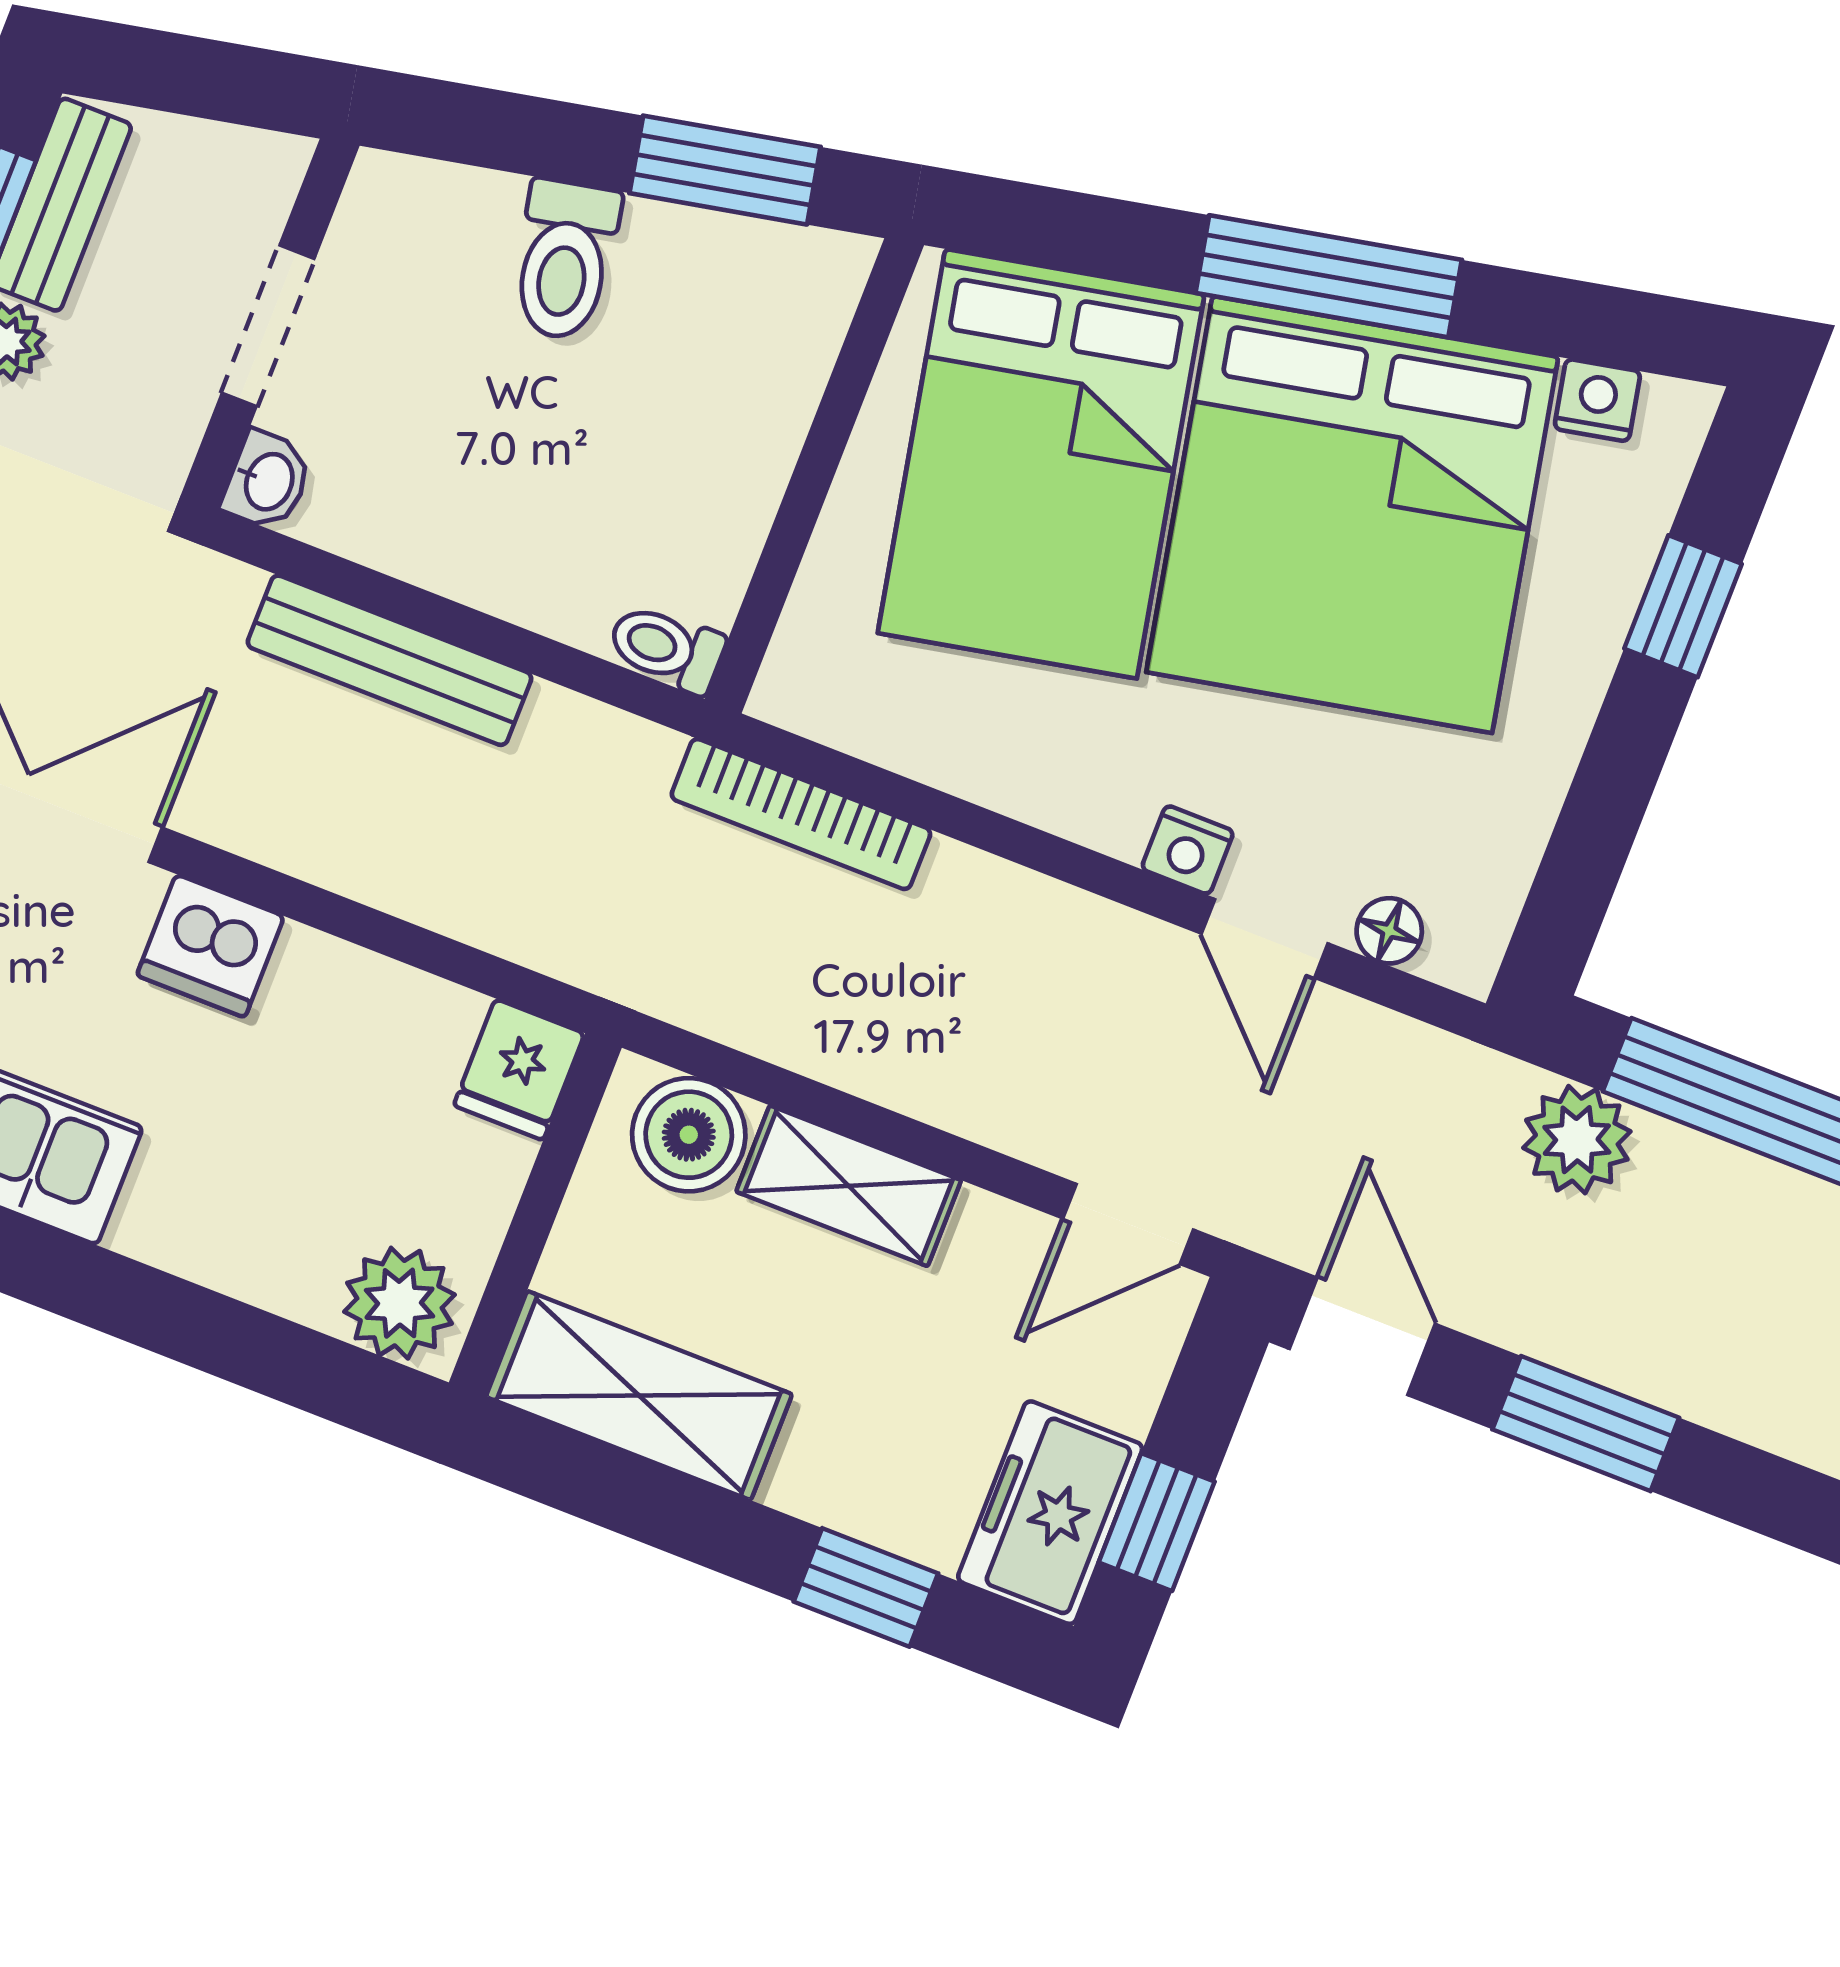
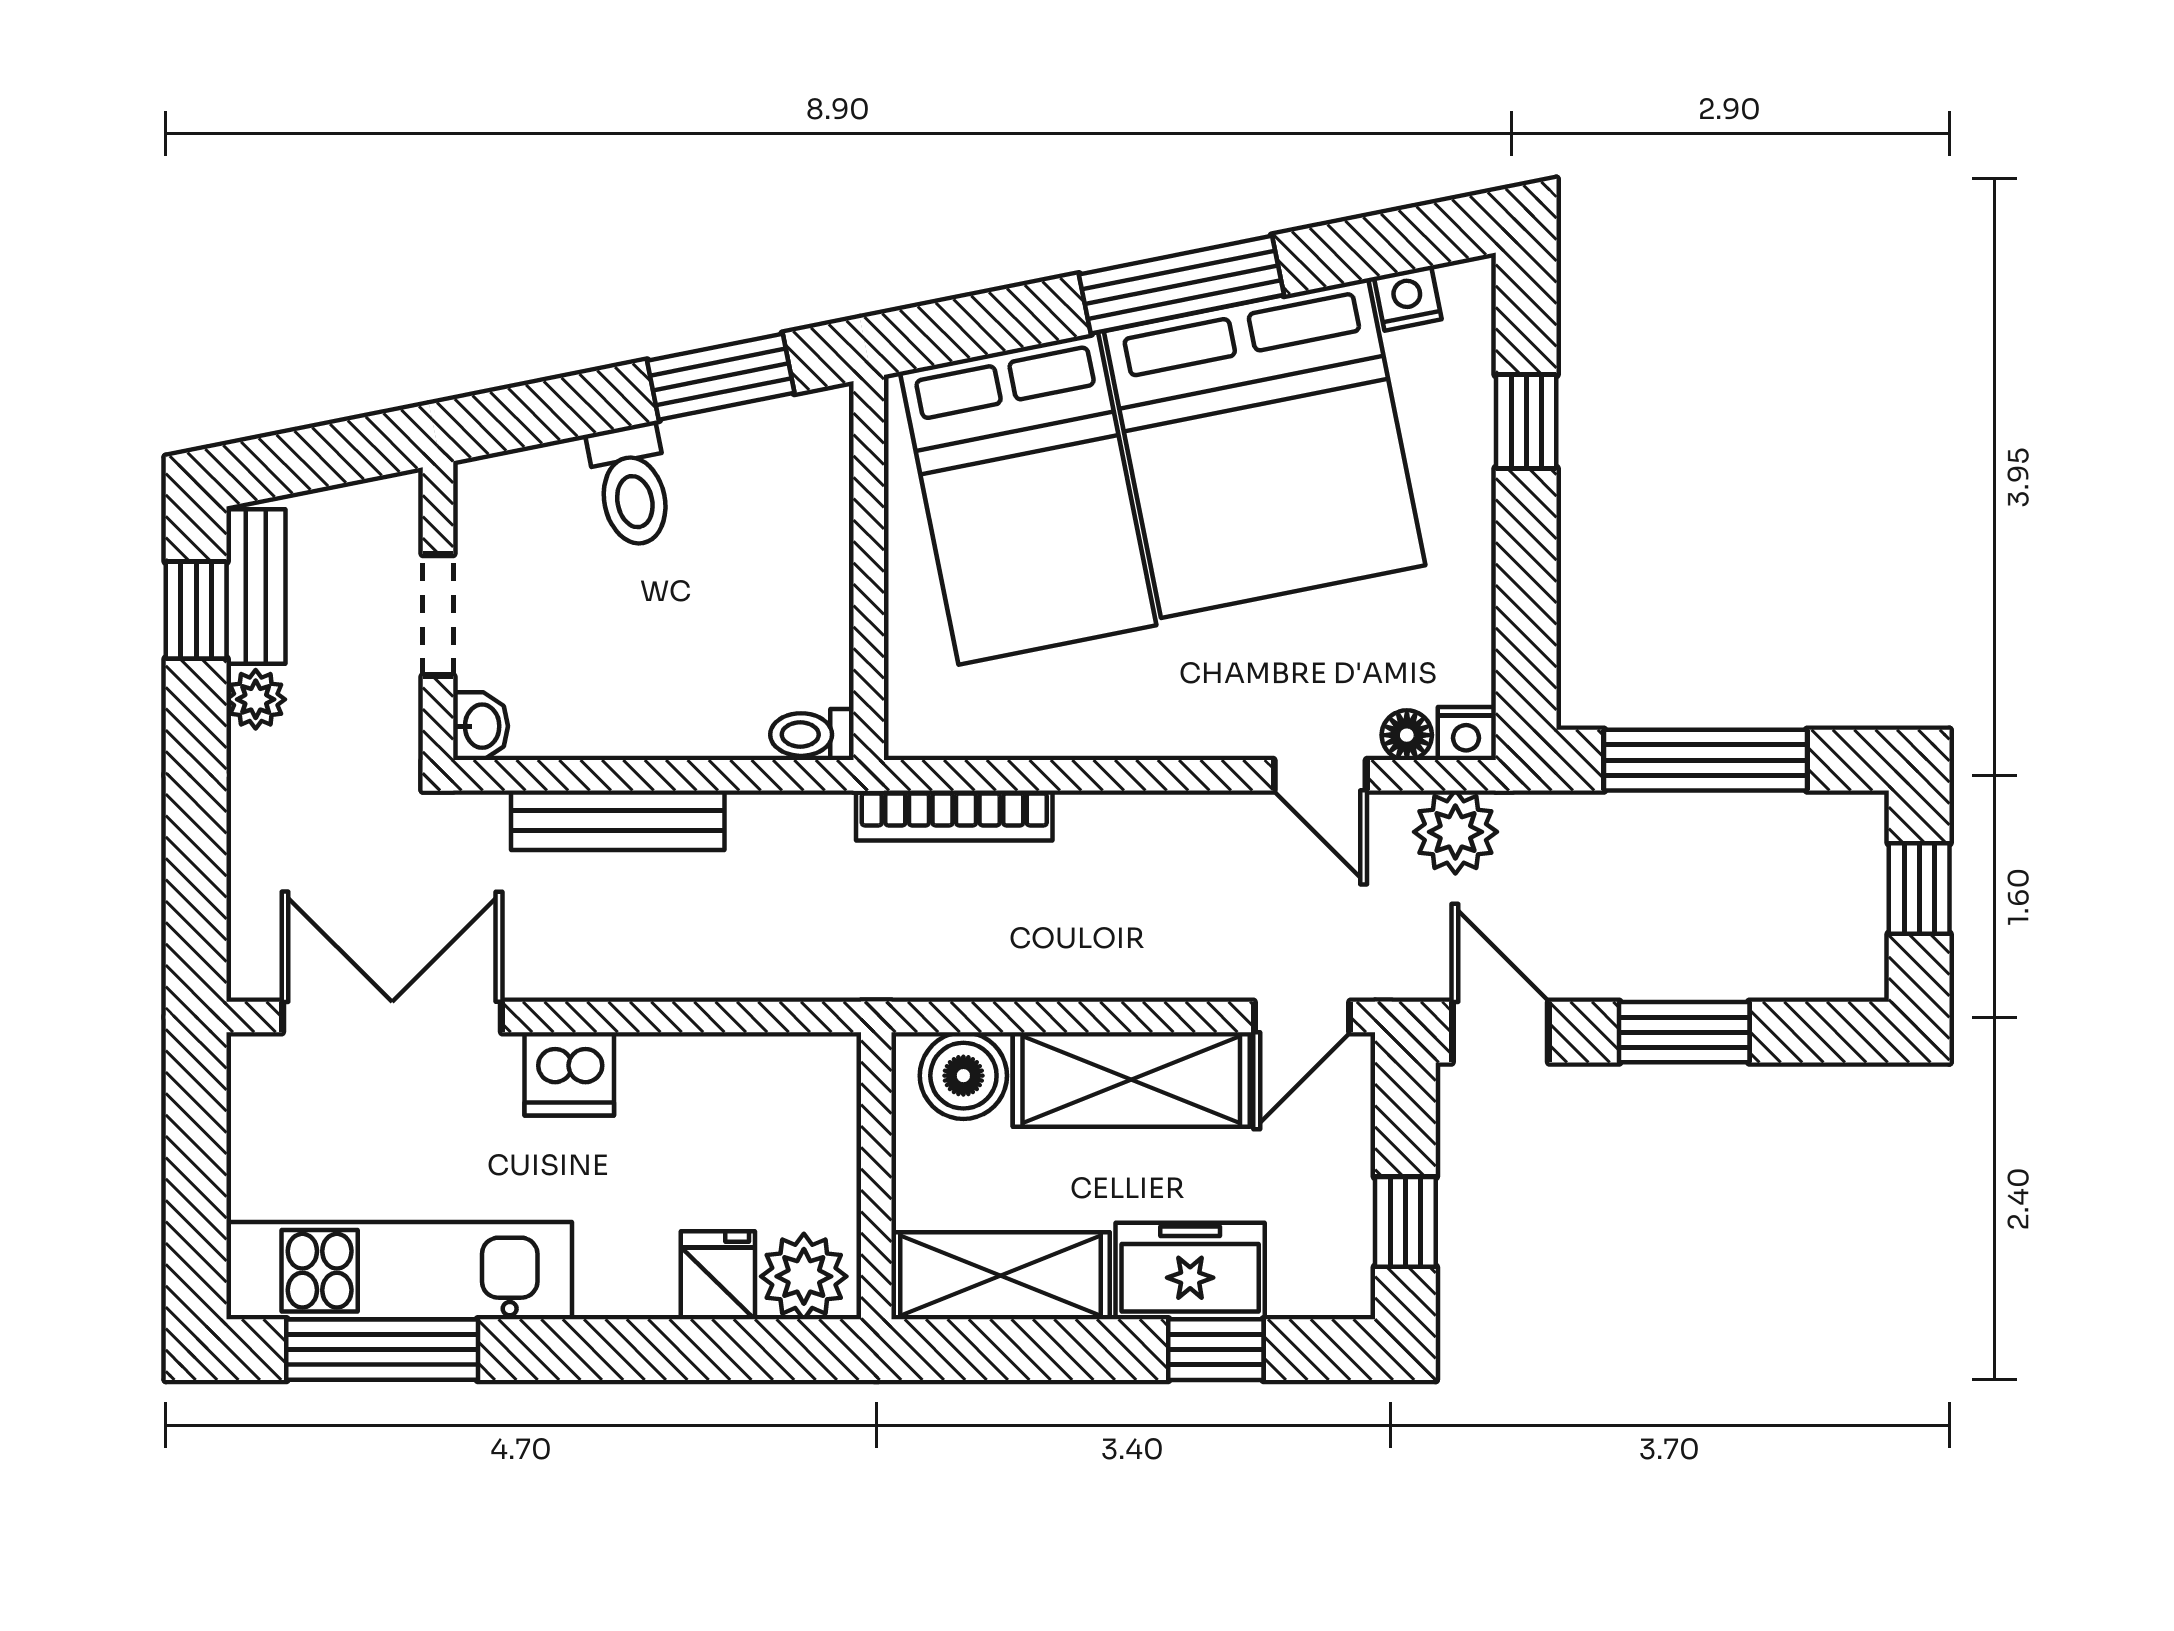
nightstand: (1188, 850) -> (1466, 733), moved
fridge: (519, 1069) -> (718, 1275), moved, turned 180
plant: (1577, 1140) -> (1455, 832), moved
shelving: (849, 1186) -> (1131, 1080), width x1.50, depth x1.33
freezer: (1050, 1513) -> (1190, 1271), moved, turned 90

